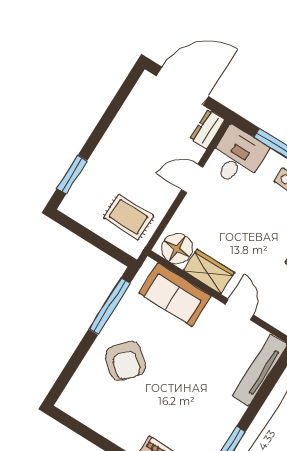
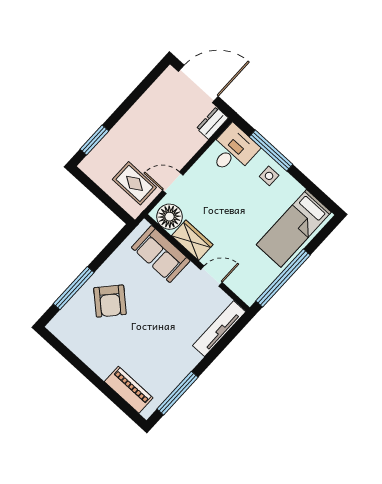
door: (192, 178) -> (173, 183), moved
window: (109, 306) -> (74, 288), moved
door: (239, 310) -> (211, 276), hinge flipped

